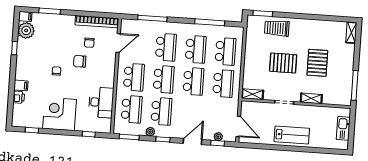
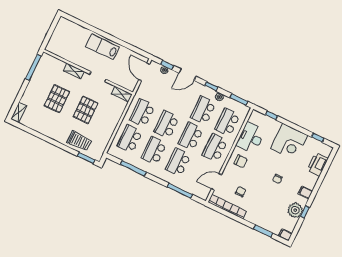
plant: (26, 30) -> (295, 210), moved
chair: (80, 61) -> (241, 161), moved
pallet: (283, 63) -> (86, 110), turned 90
filing cabinet: (21, 85) -> (305, 192), moved
printer: (19, 97) -> (318, 164), width x1.87, depth x1.48
kitchen sink: (343, 128) -> (57, 35), removed

